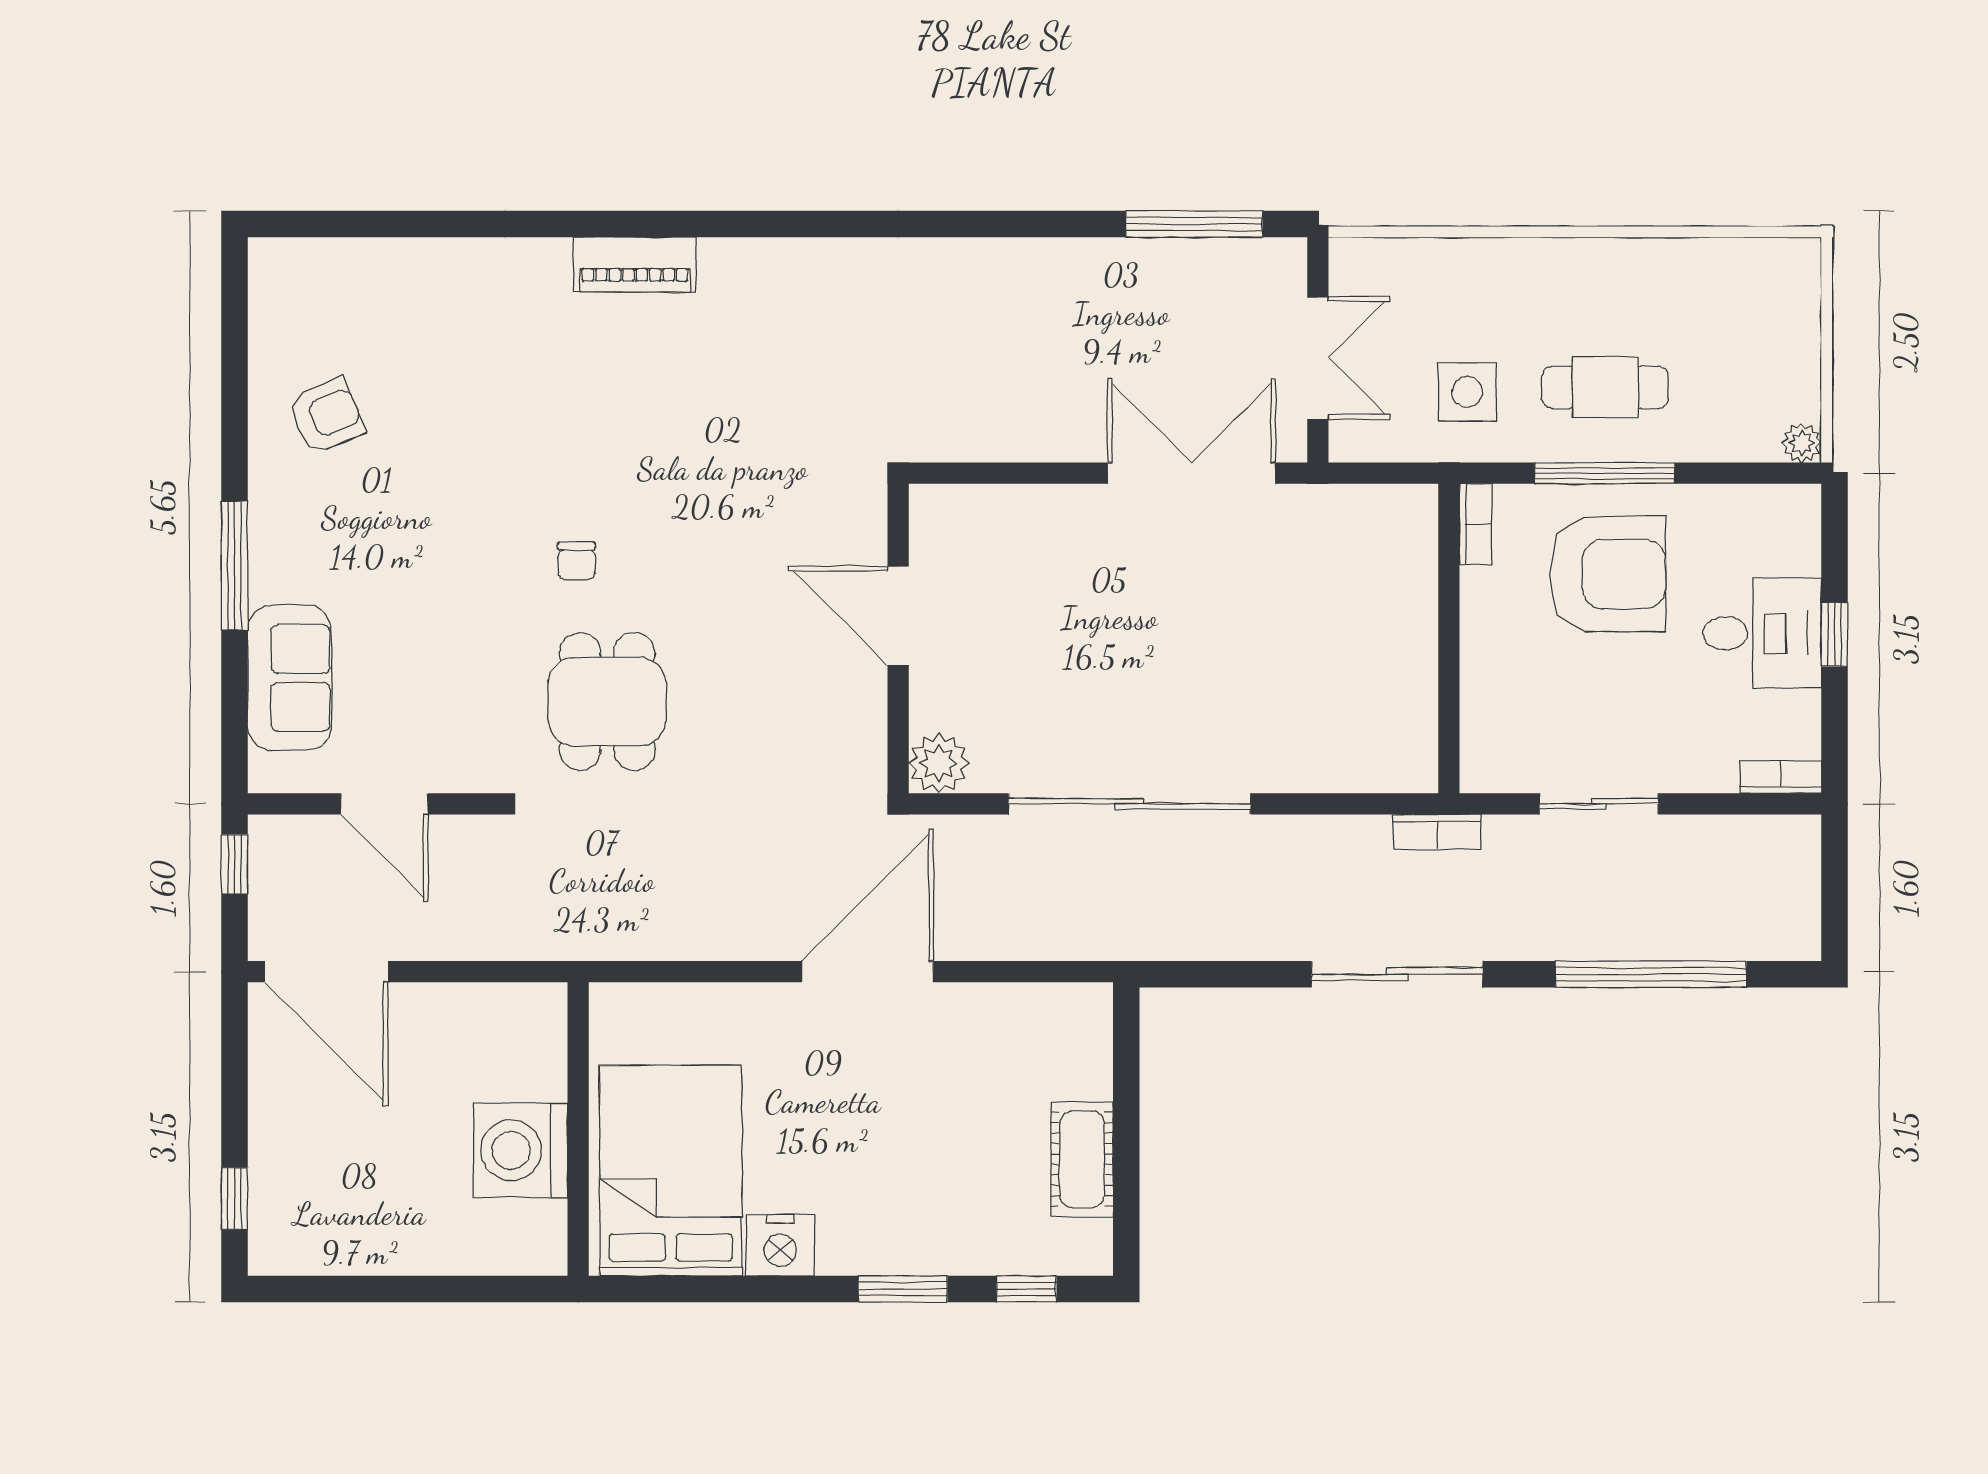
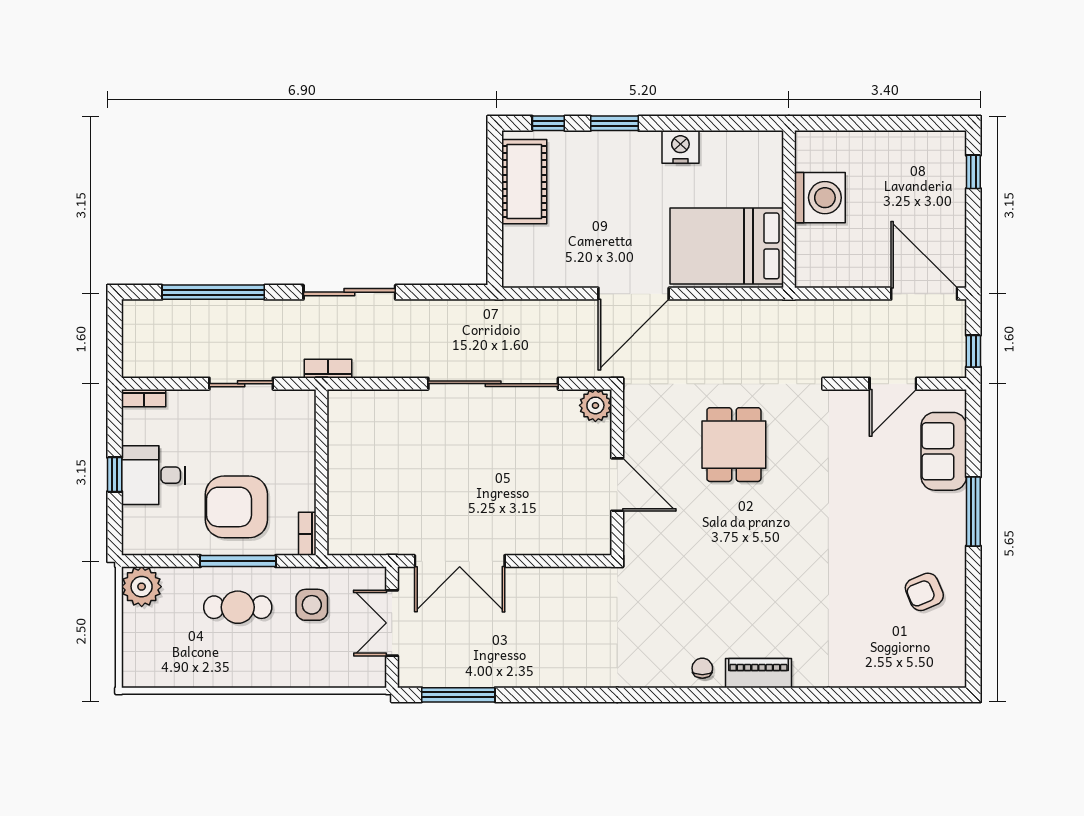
plant: (1802, 443) -> (142, 587), width x1.88, depth x1.88
chair: (577, 561) -> (702, 668), moved
dining table: (607, 702) -> (734, 445), moved
door: (384, 804) -> (893, 384), swing flipped
cot: (1082, 1159) -> (524, 182), width x1.37, depth x1.34
bed: (671, 1171) -> (727, 246), moved, turned 90

